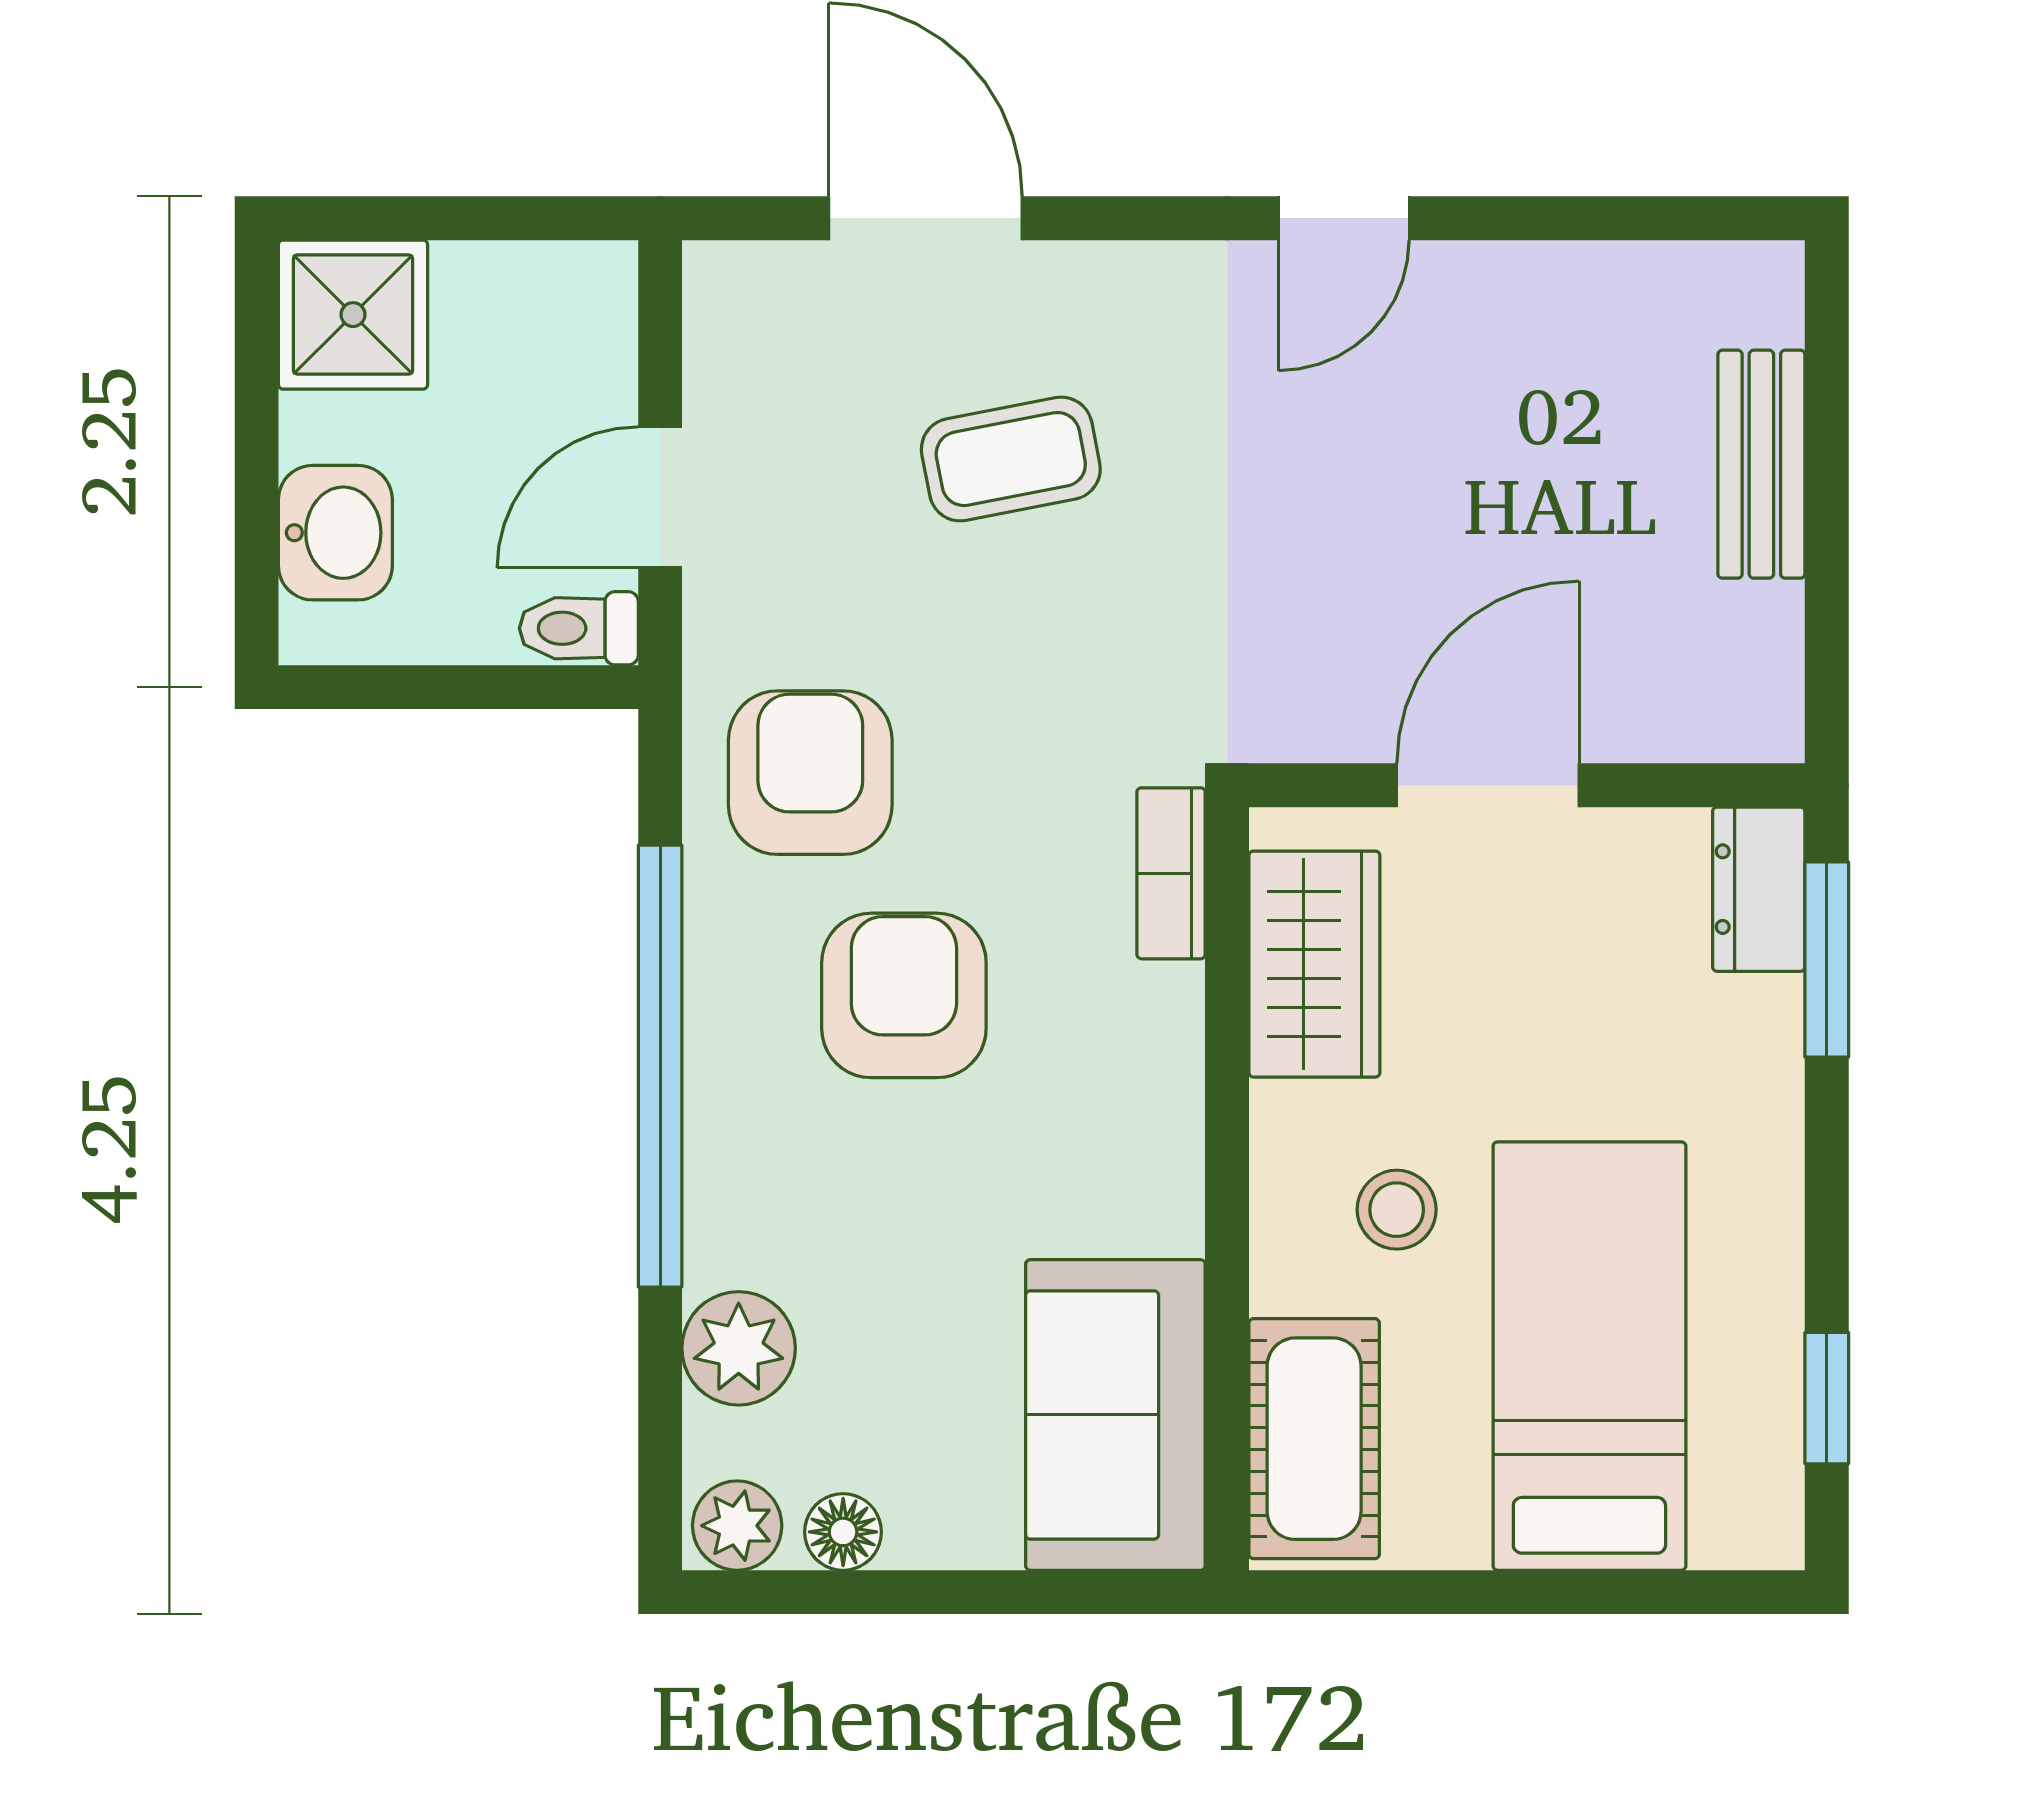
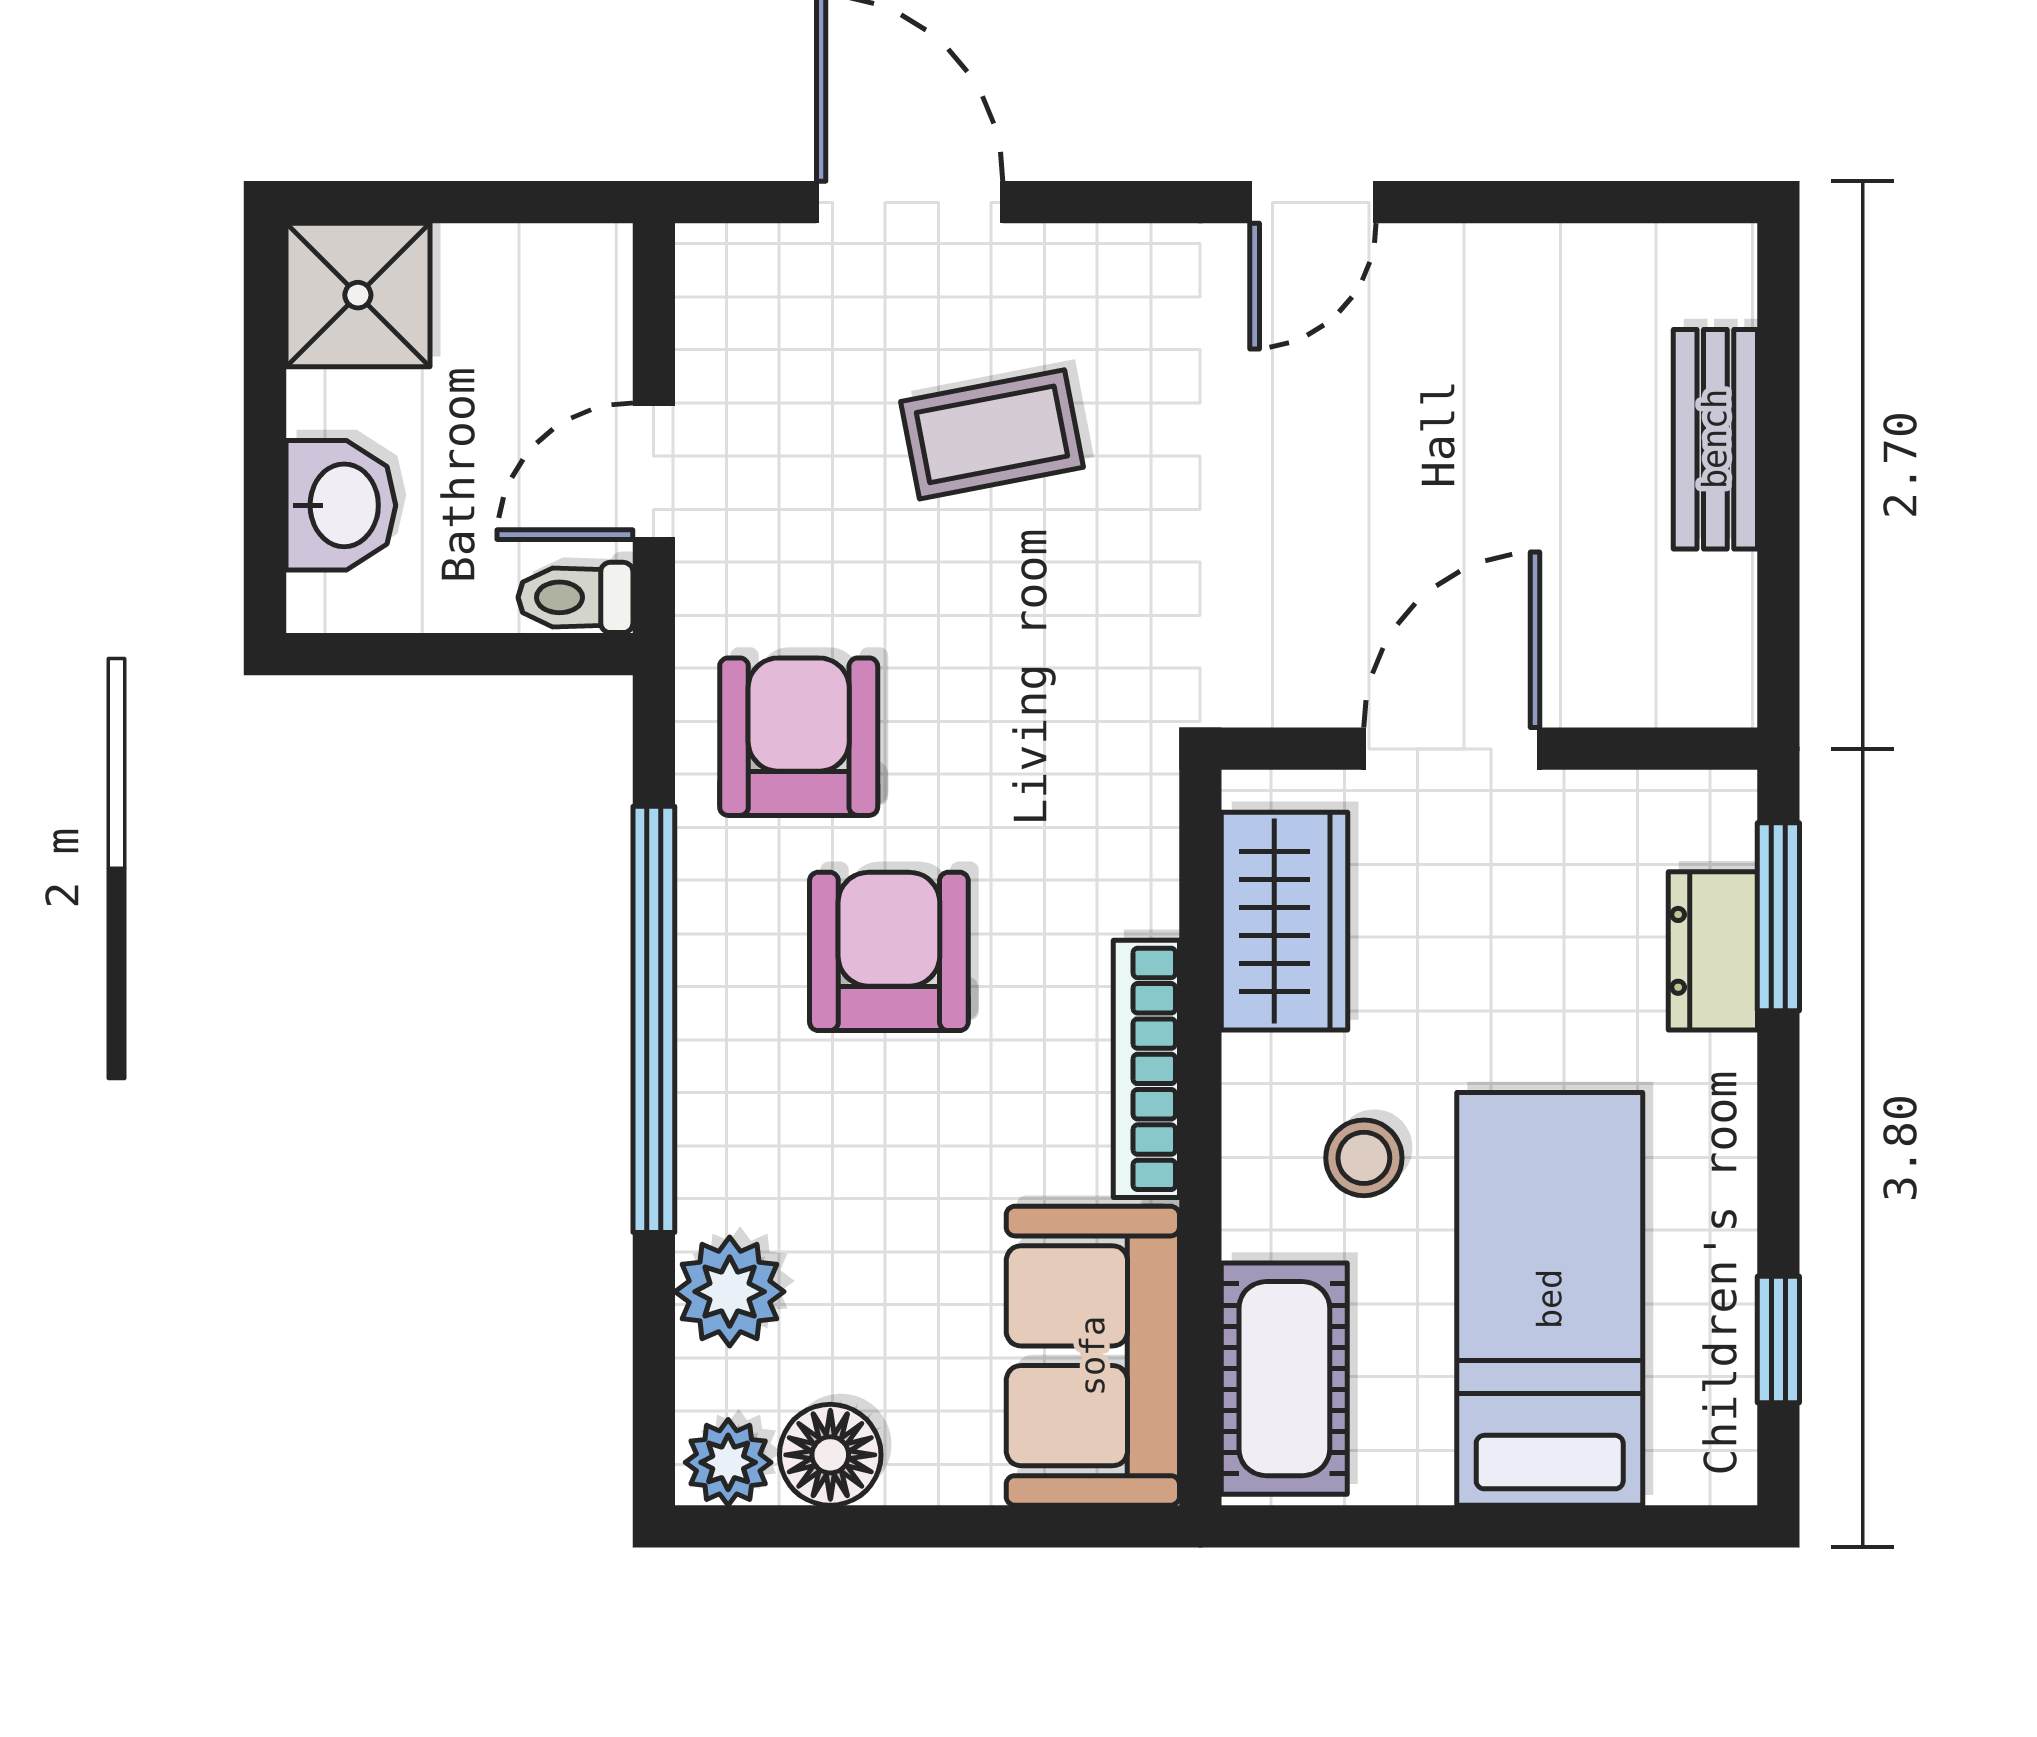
bookcase: (1171, 873) -> (1146, 1069), moved, width x1.56
dresser: (1759, 889) -> (1713, 951), moved
floor lamp: (843, 1532) -> (830, 1455), width x1.37, depth x1.37

